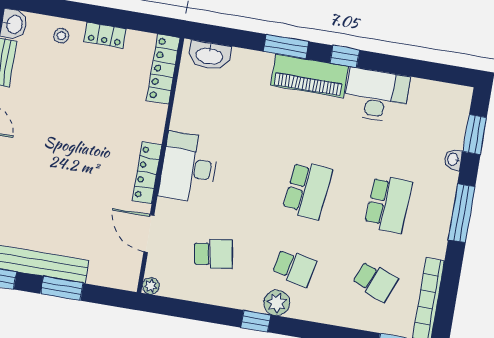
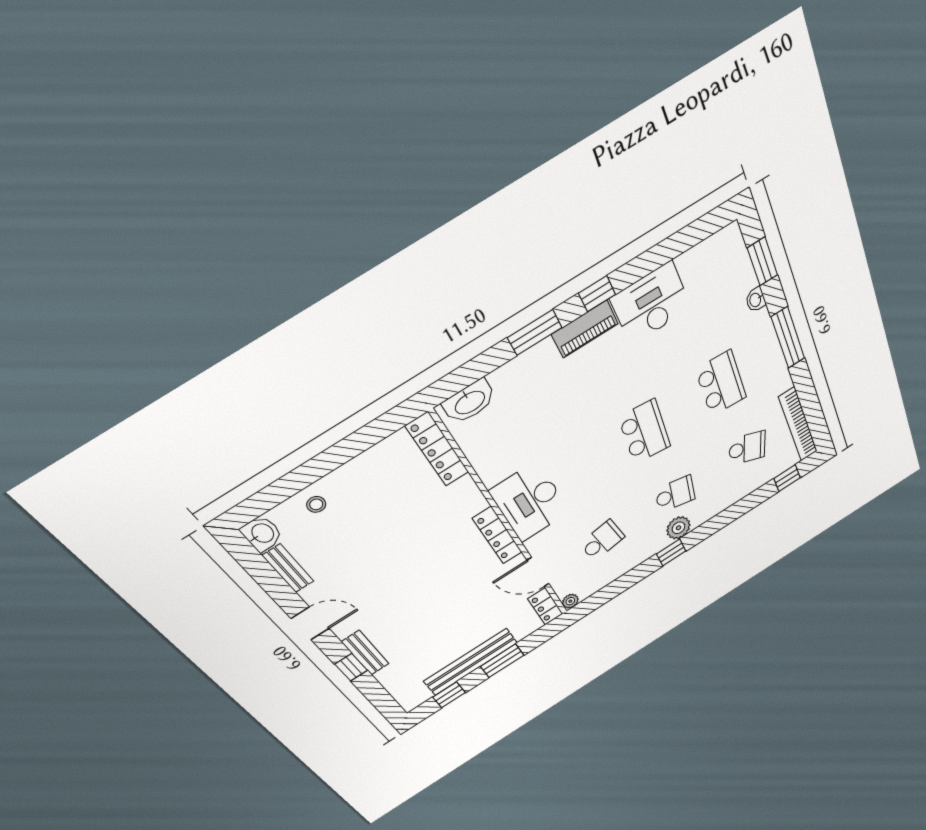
locker: (105, 35) -> (545, 606), moved, turned 90
piano: (309, 76) -> (585, 329), width x0.73, depth x0.75

